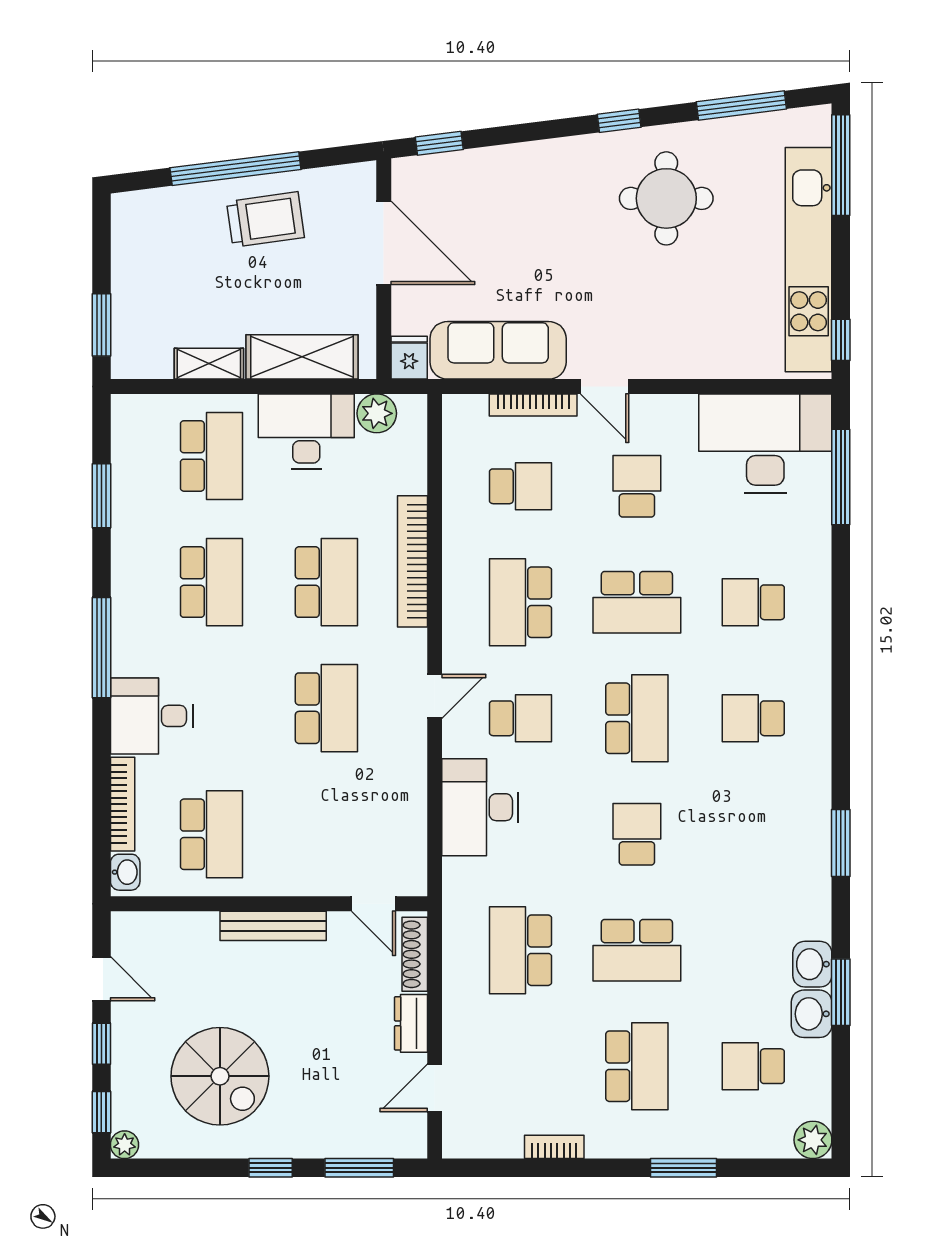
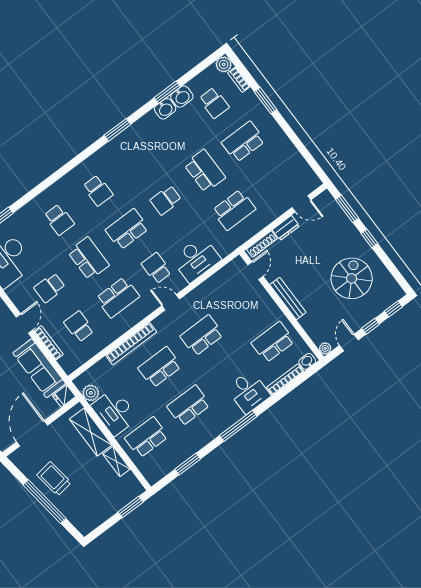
plant: (125, 1145) -> (325, 348), moved
bookcase: (554, 1147) -> (239, 80), moved

